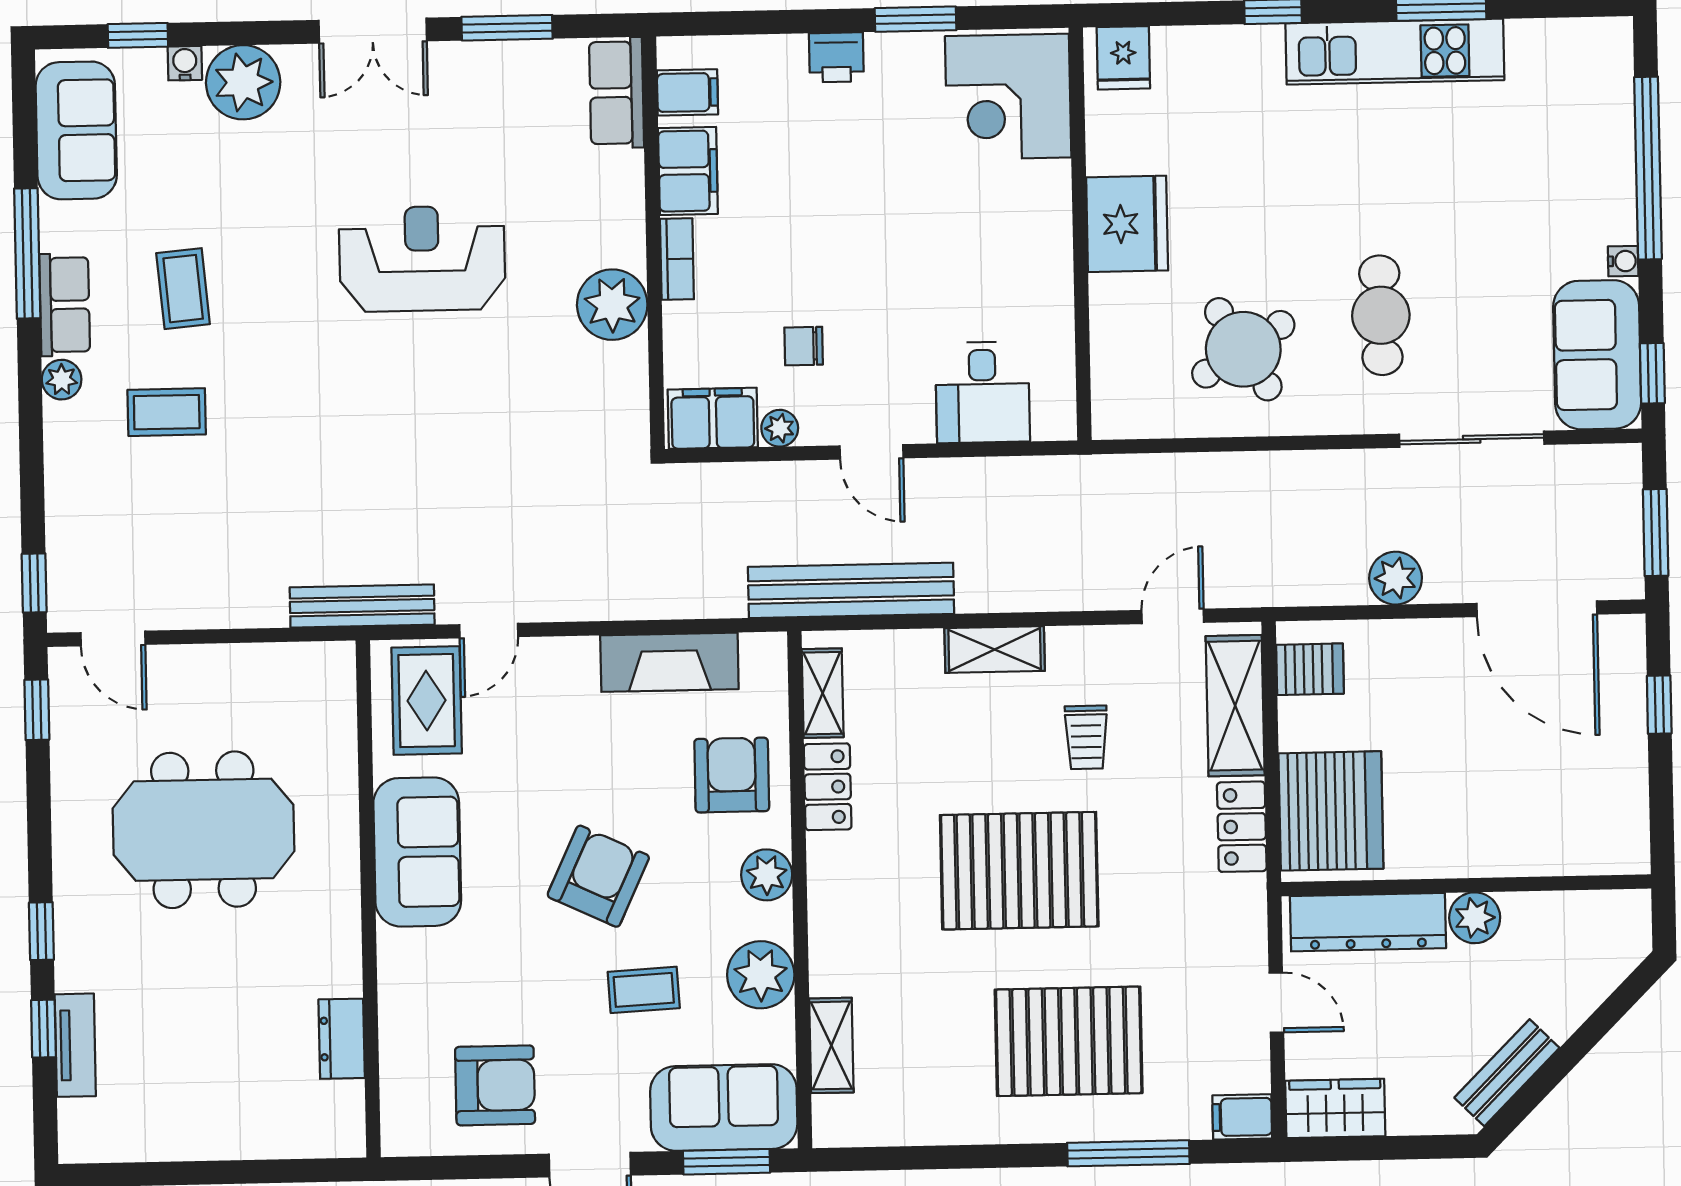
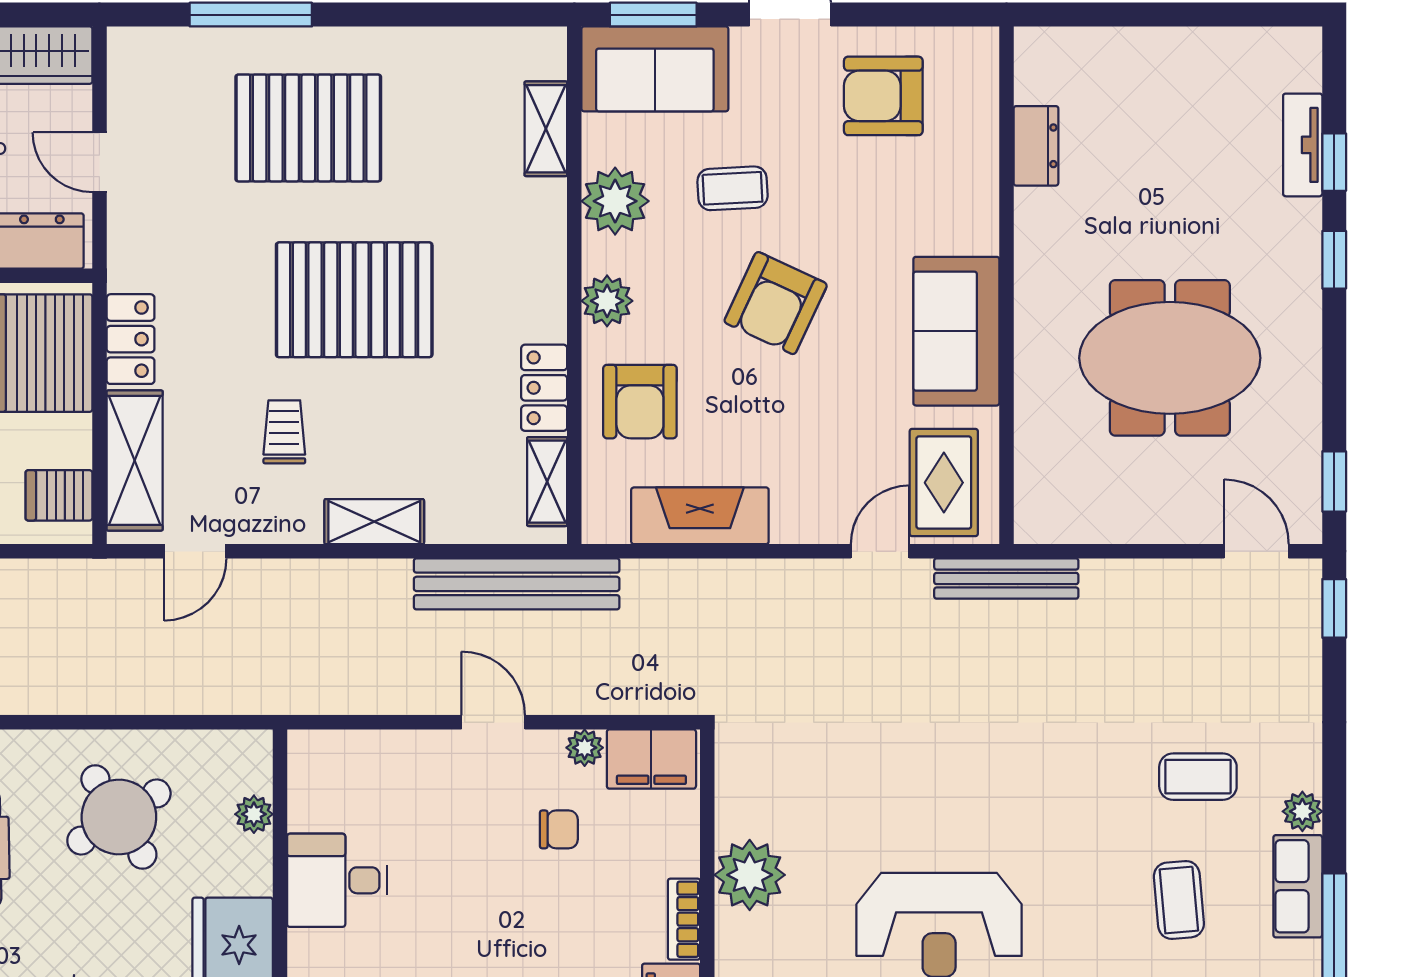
plant: (1109, 355) -> (254, 814), added
desk: (983, 392) -> (337, 880), moved, turned -90
filing cabinet: (1242, 1117) -> (136, 49), removed

